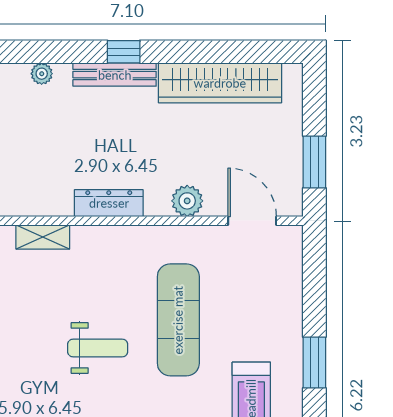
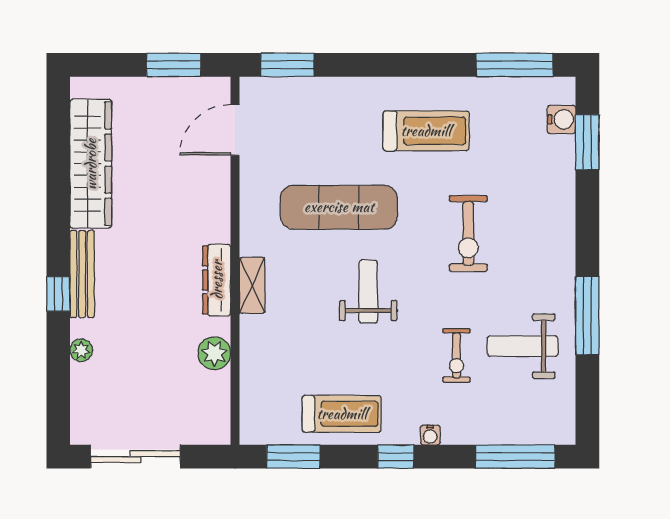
window: (124, 52) -> (58, 294), moved
plant: (187, 201) -> (214, 353), moved
shelving: (43, 237) -> (252, 285), moved
window: (314, 362) -> (287, 65), moved

